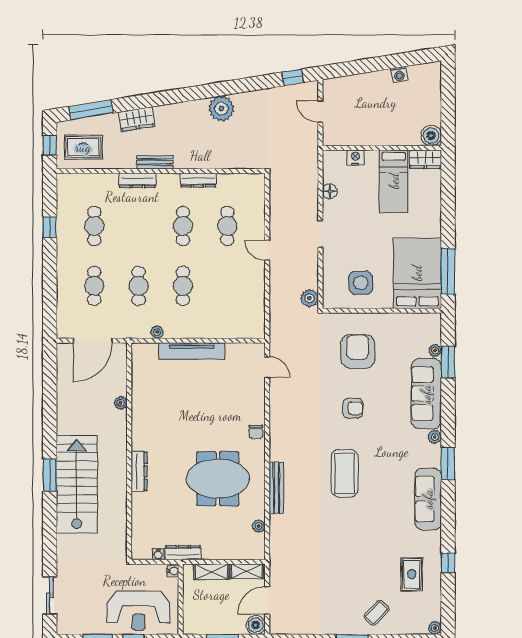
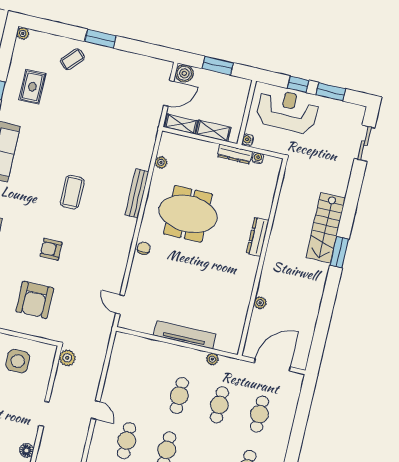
coffee table: (345, 473) -> (72, 192), width x0.73, depth x0.76
stairs: (77, 484) -> (326, 228), width x0.73, depth x0.66

